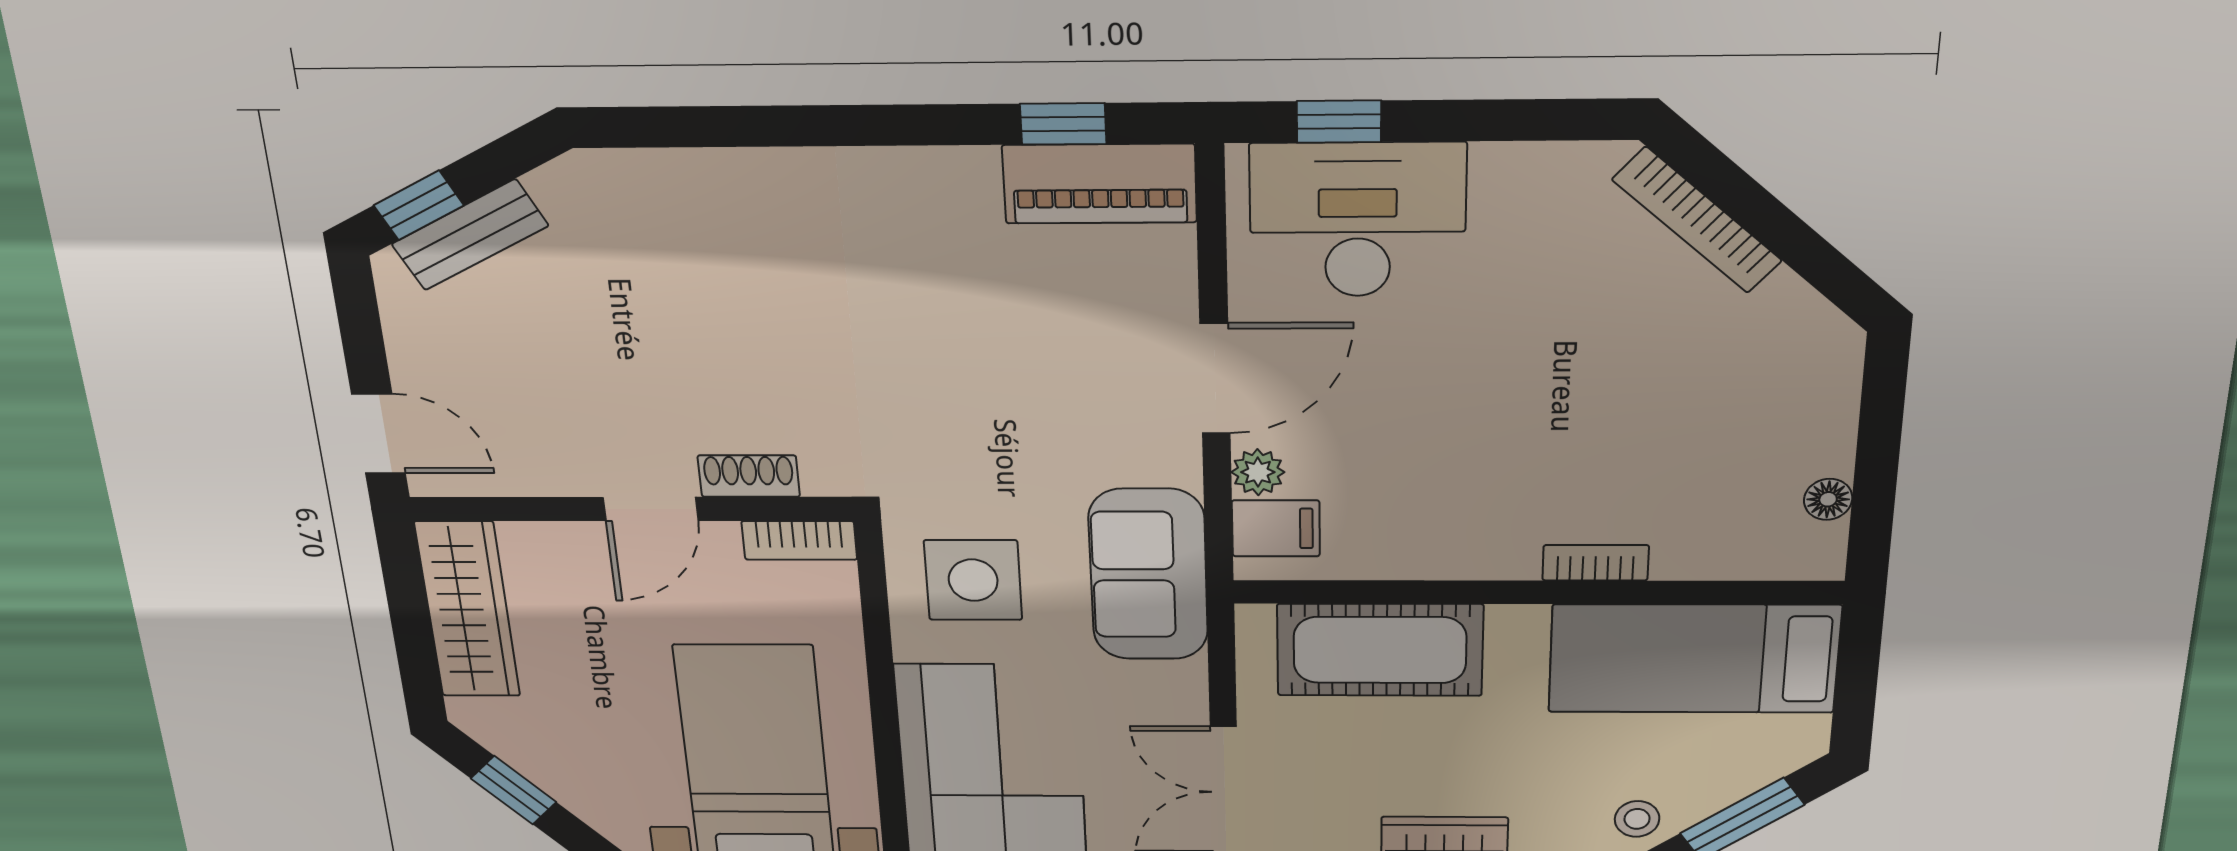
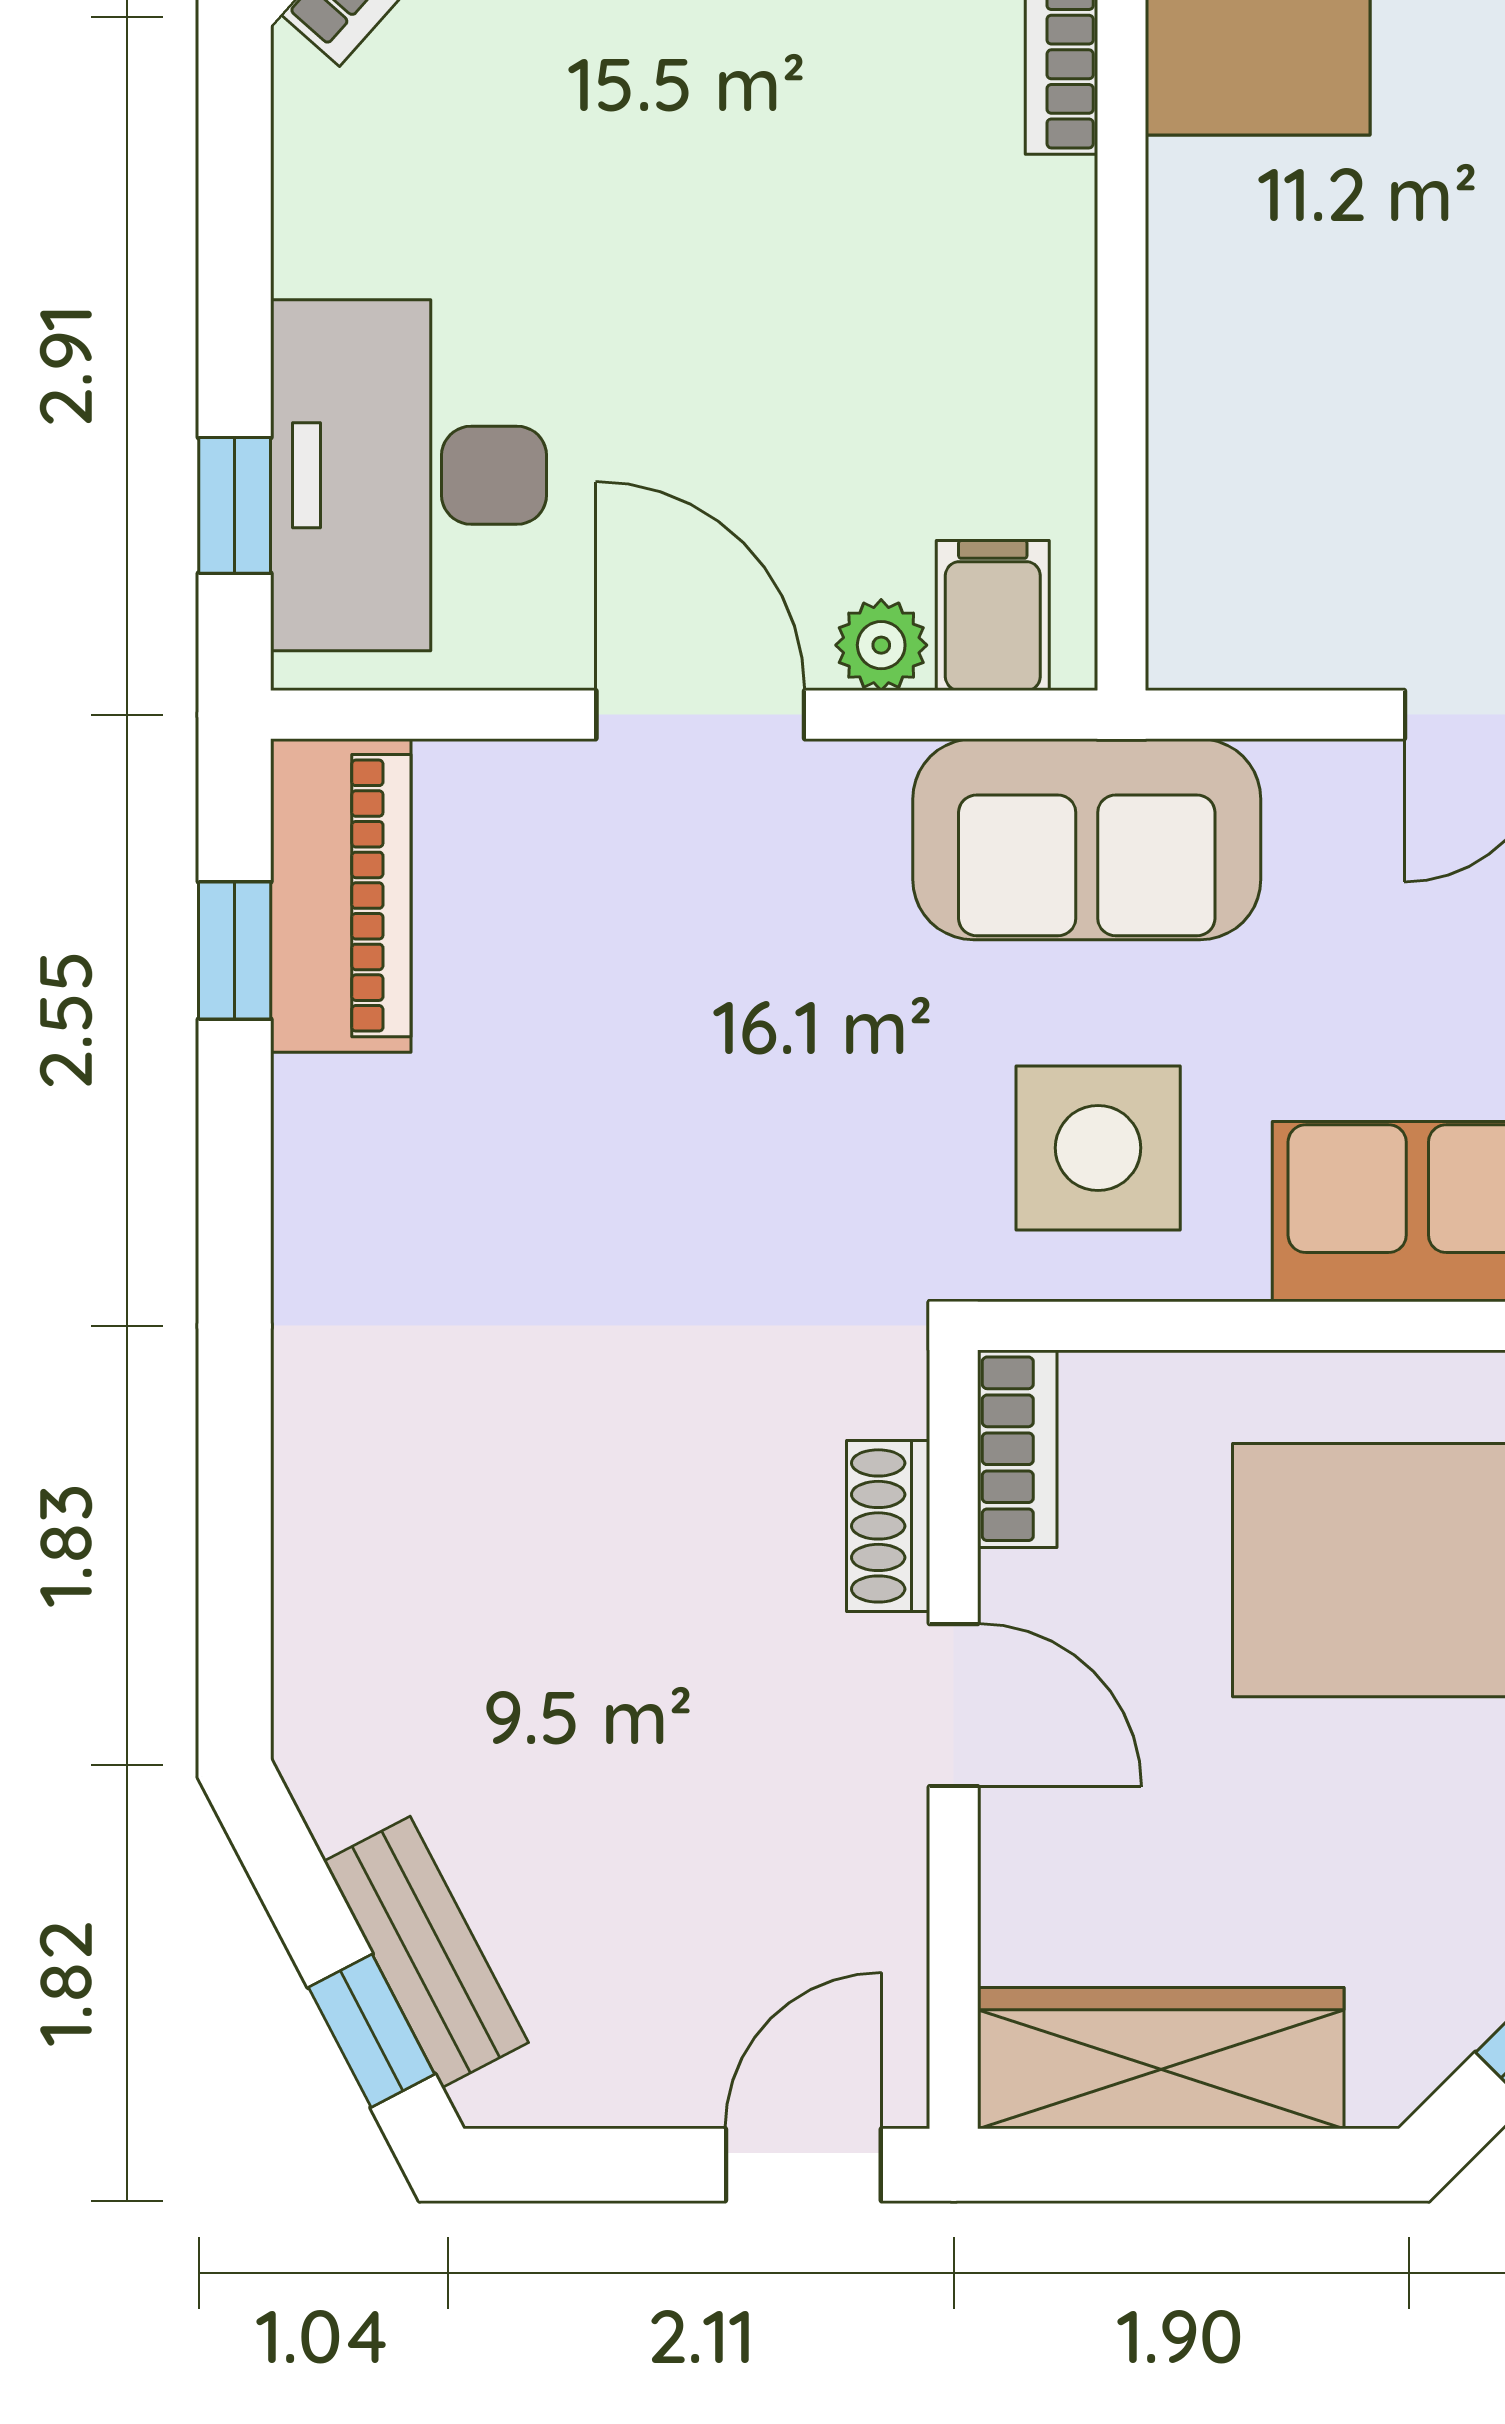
cot: (1380, 650) -> (1241, 435), removed

